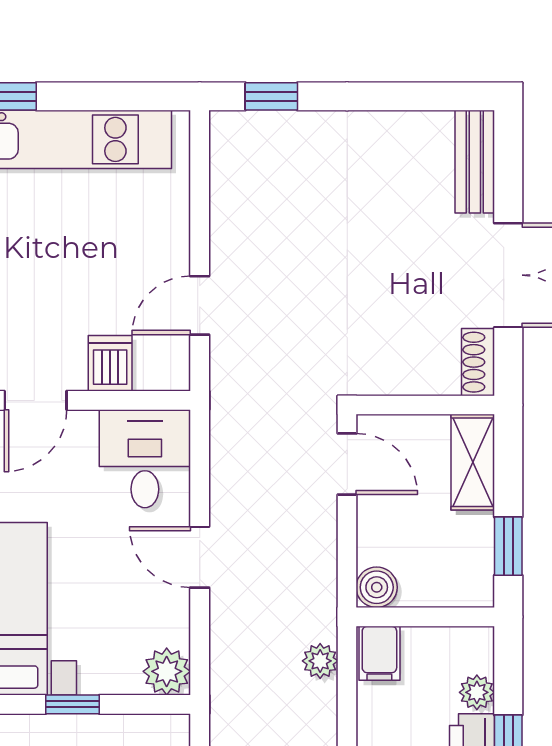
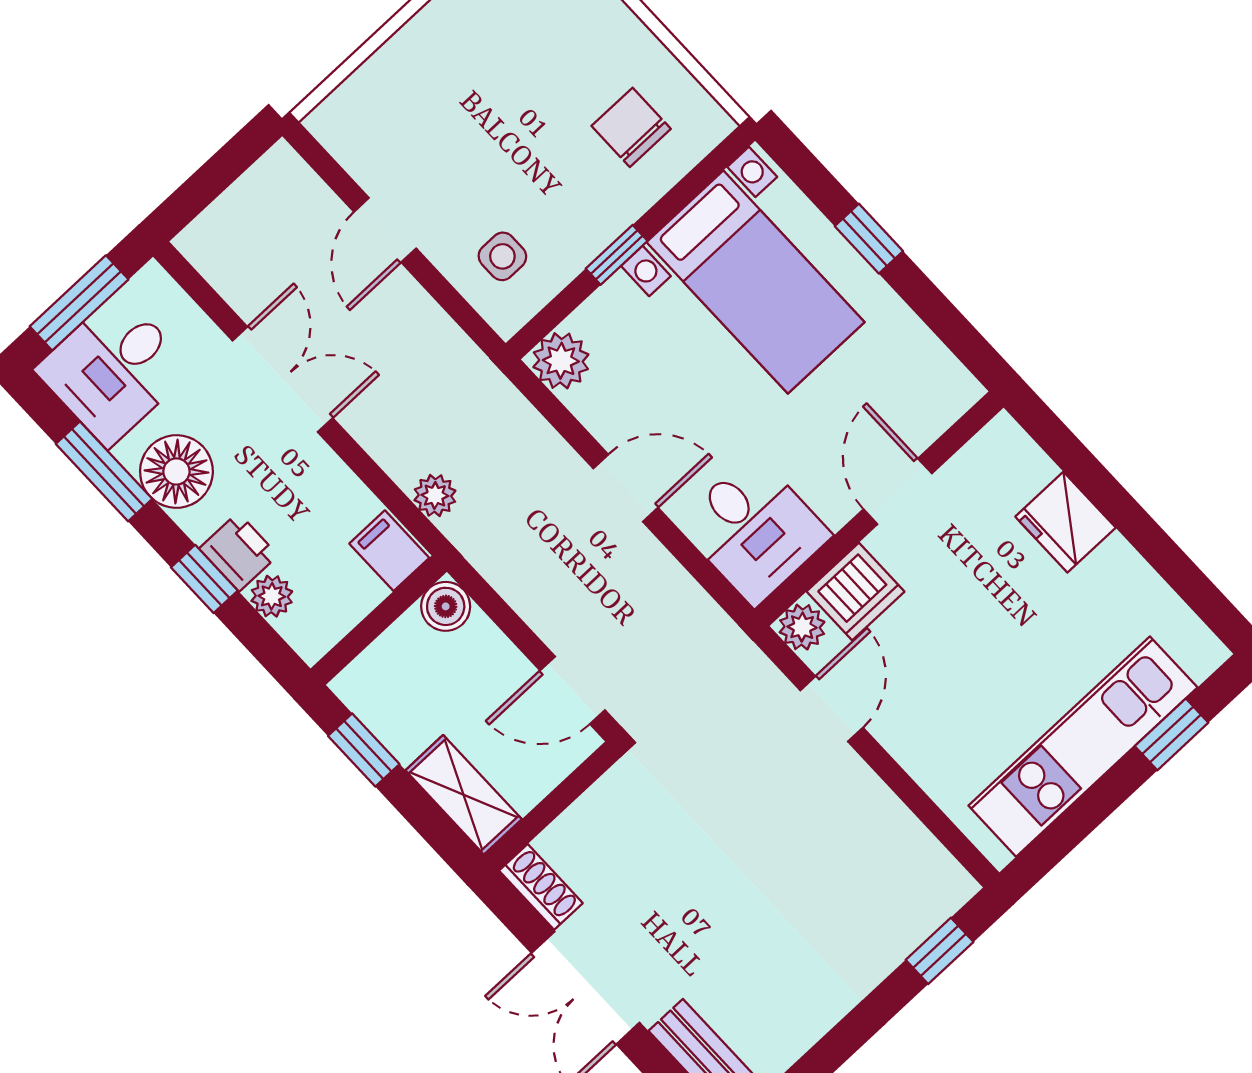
dishwasher: (110, 363) -> (856, 592), width x1.38
plant: (171, 372) -> (802, 627), added

